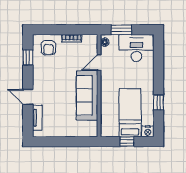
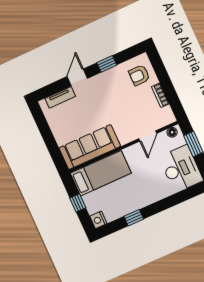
window: (28, 58) -> (107, 64), moved
door: (99, 62) -> (148, 136), swing flipped
sofa: (87, 95) -> (90, 147), moved
bed: (130, 113) -> (101, 173), moved

